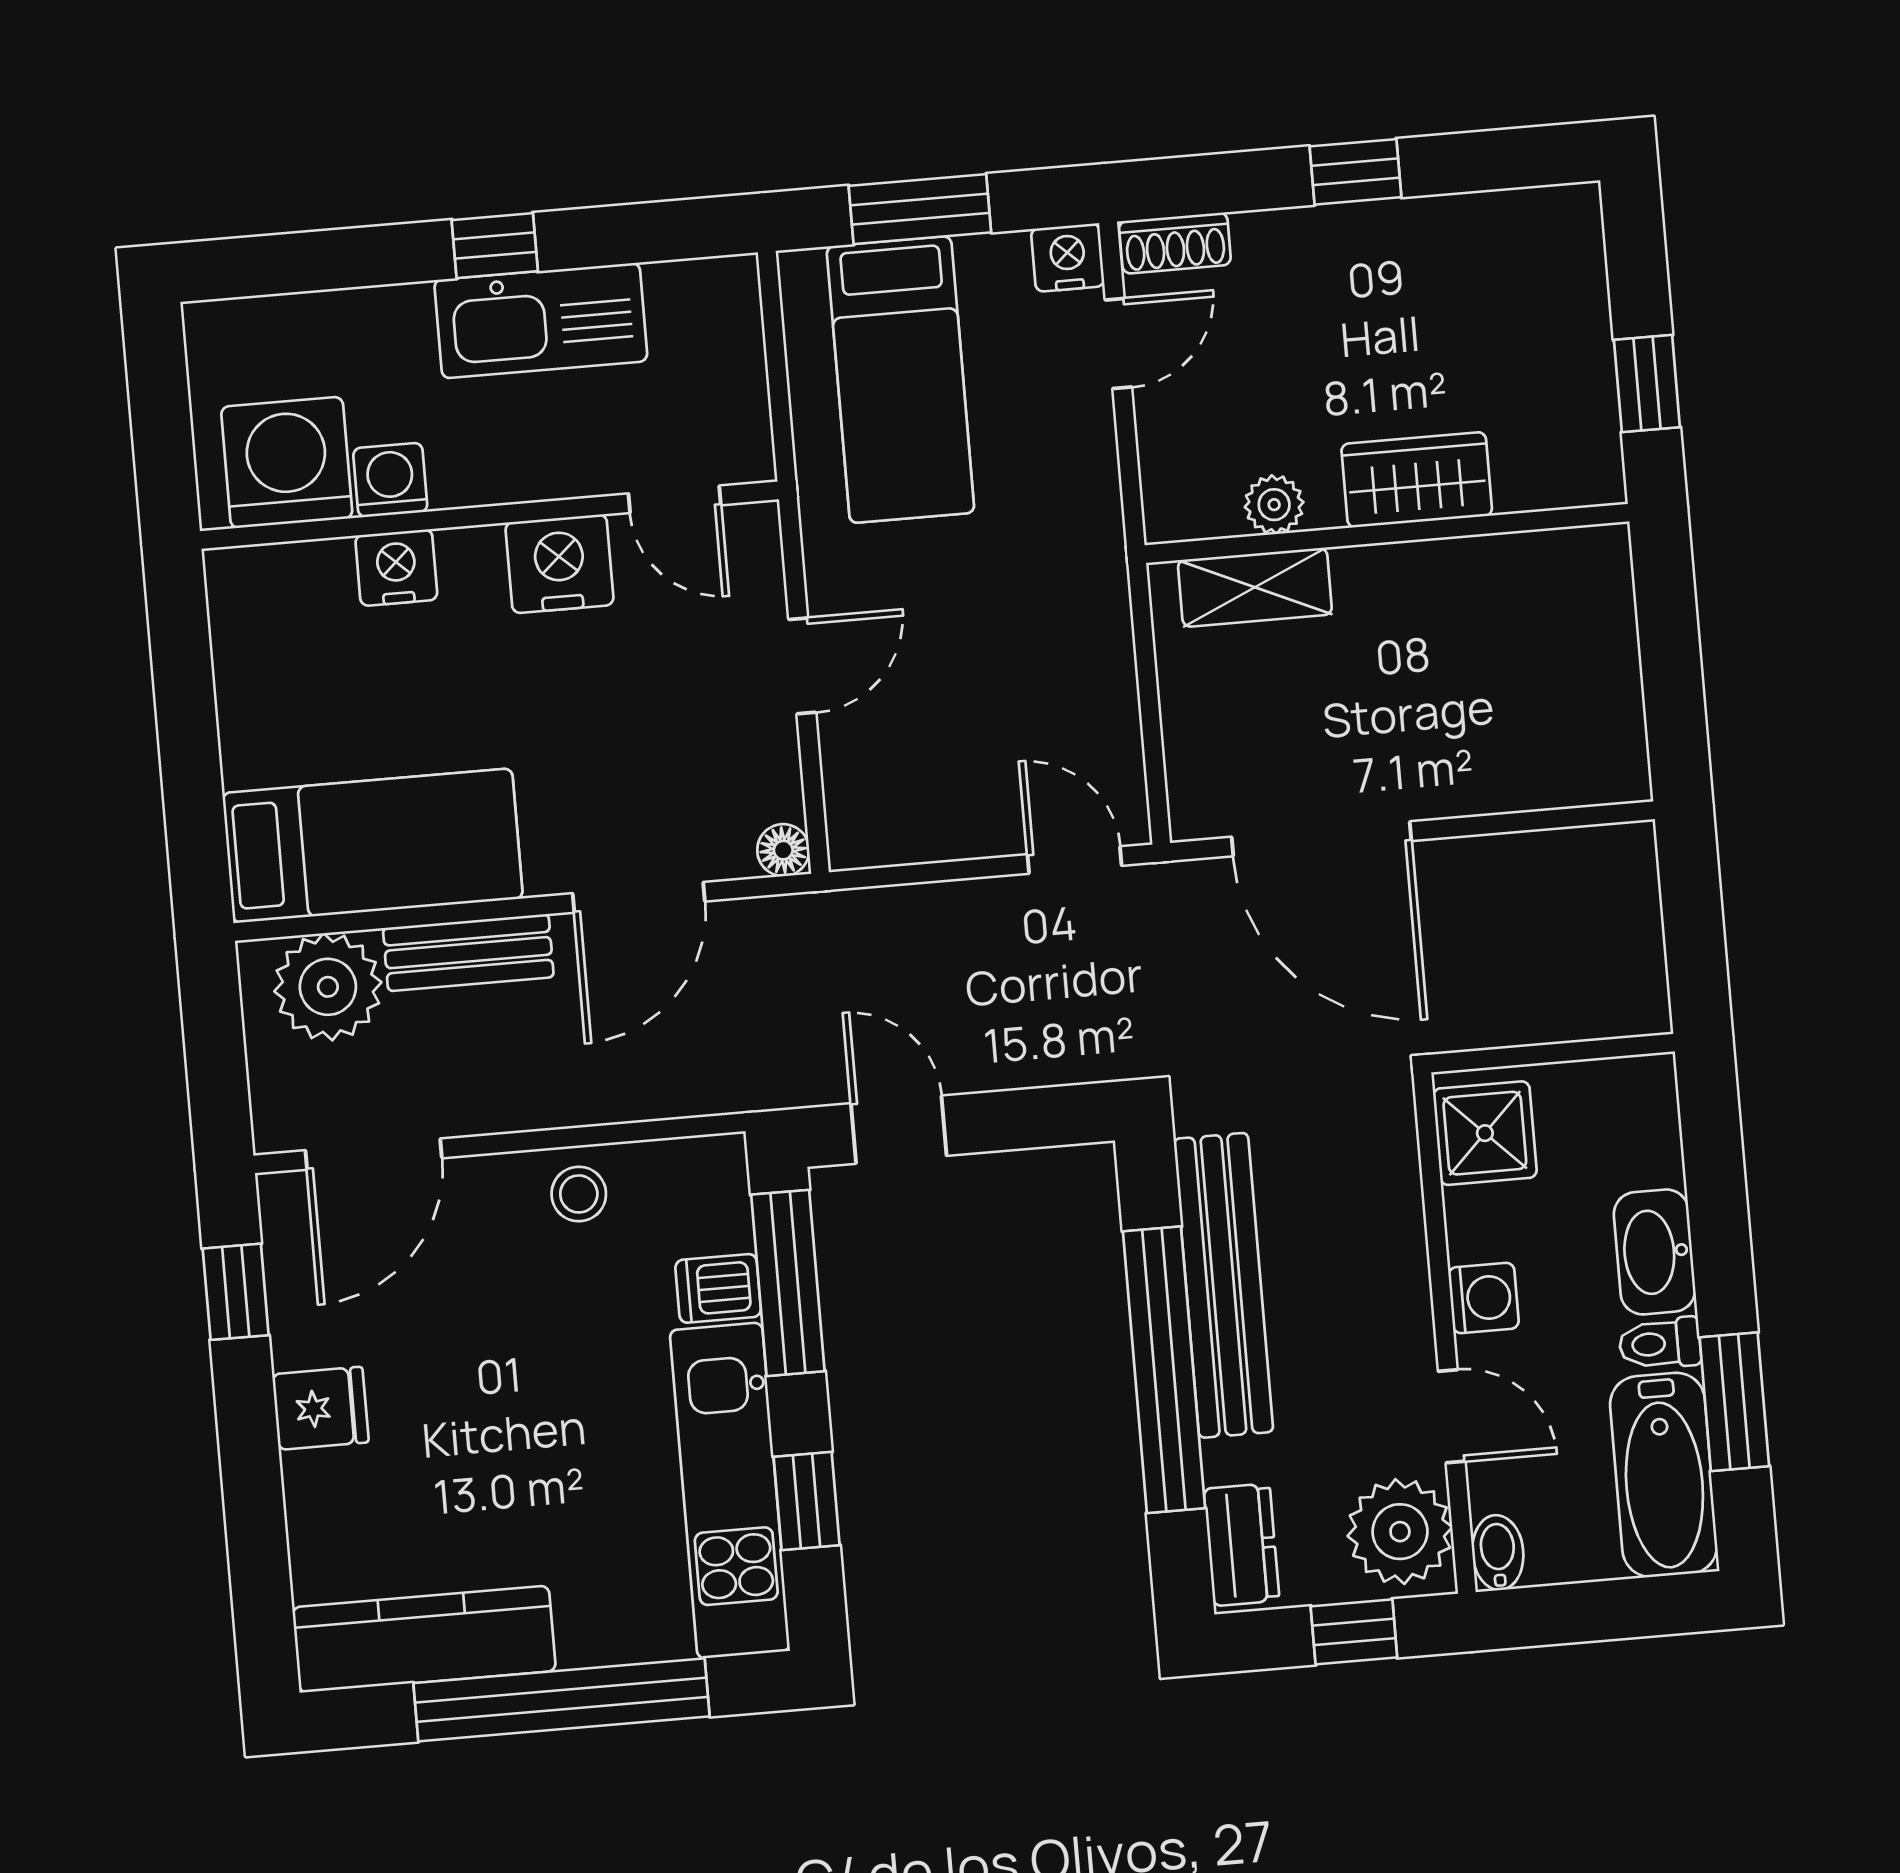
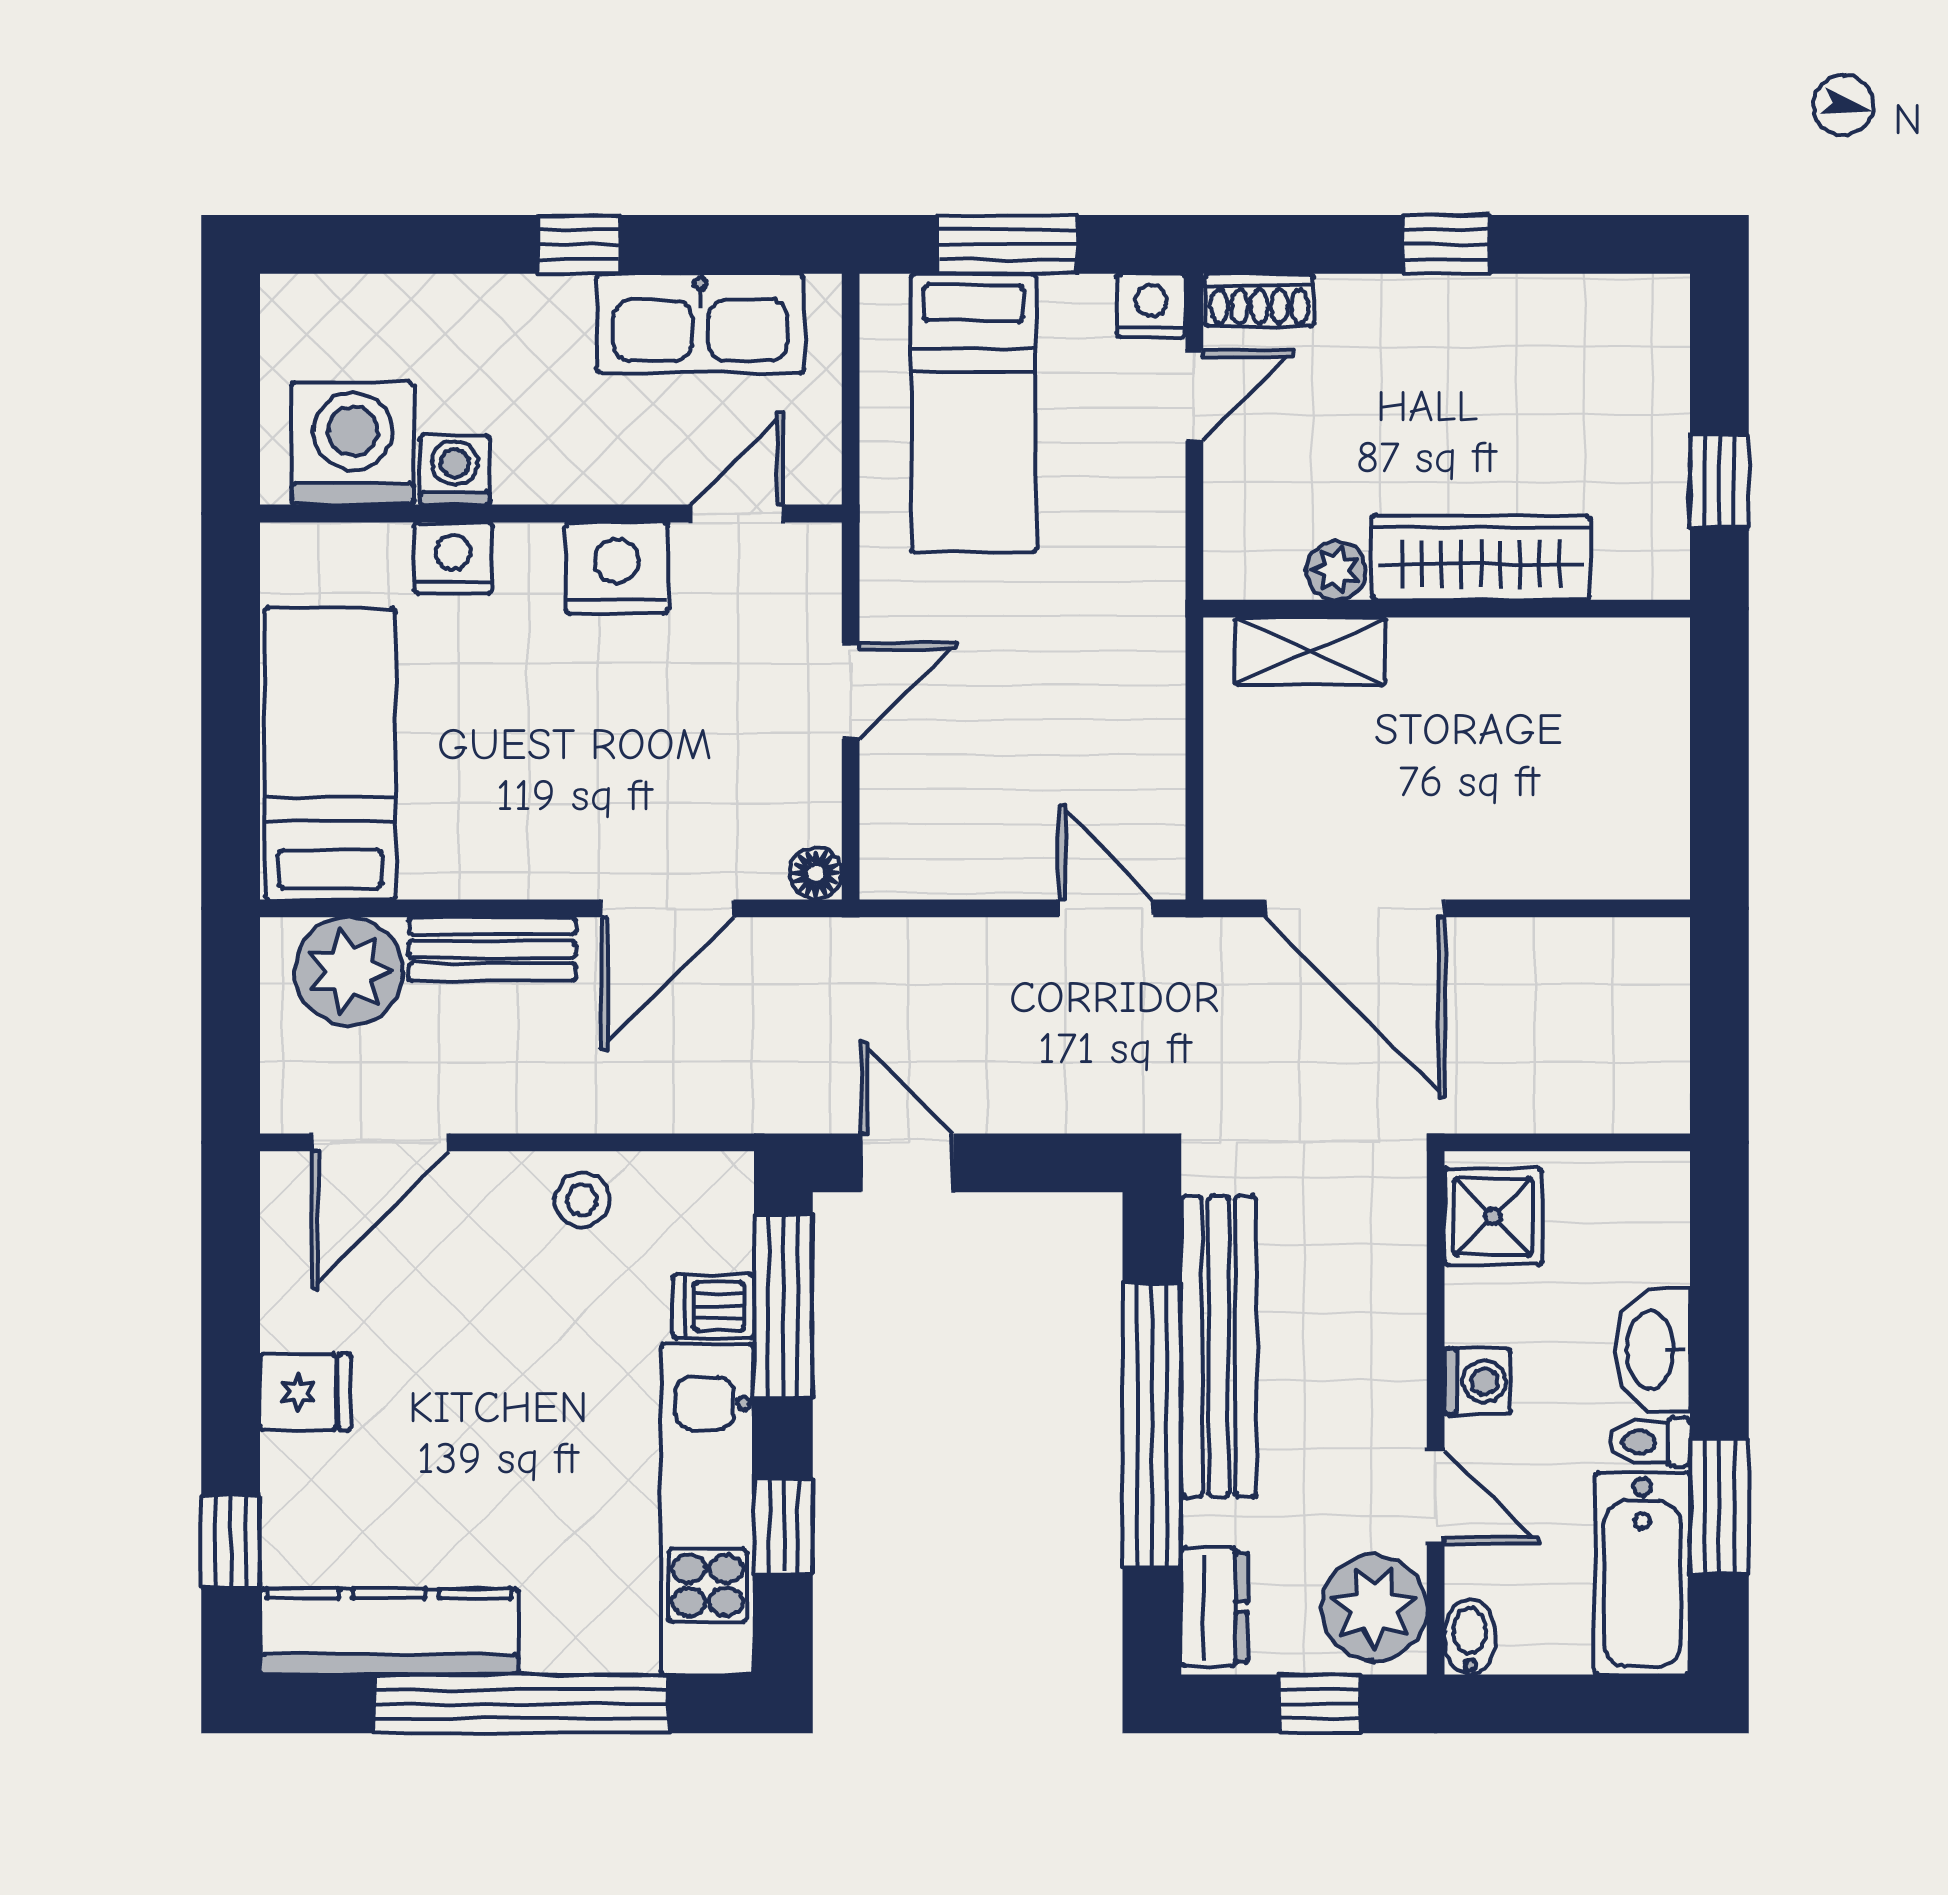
kitchen sink: (541, 321) -> (700, 323), moved
wardrobe: (1417, 480) -> (1481, 558), width x1.50
door: (675, 499) -> (737, 514), swing flipped
bed: (373, 846) -> (330, 754), moved, turned -90
window: (236, 1292) -> (231, 1541), moved

